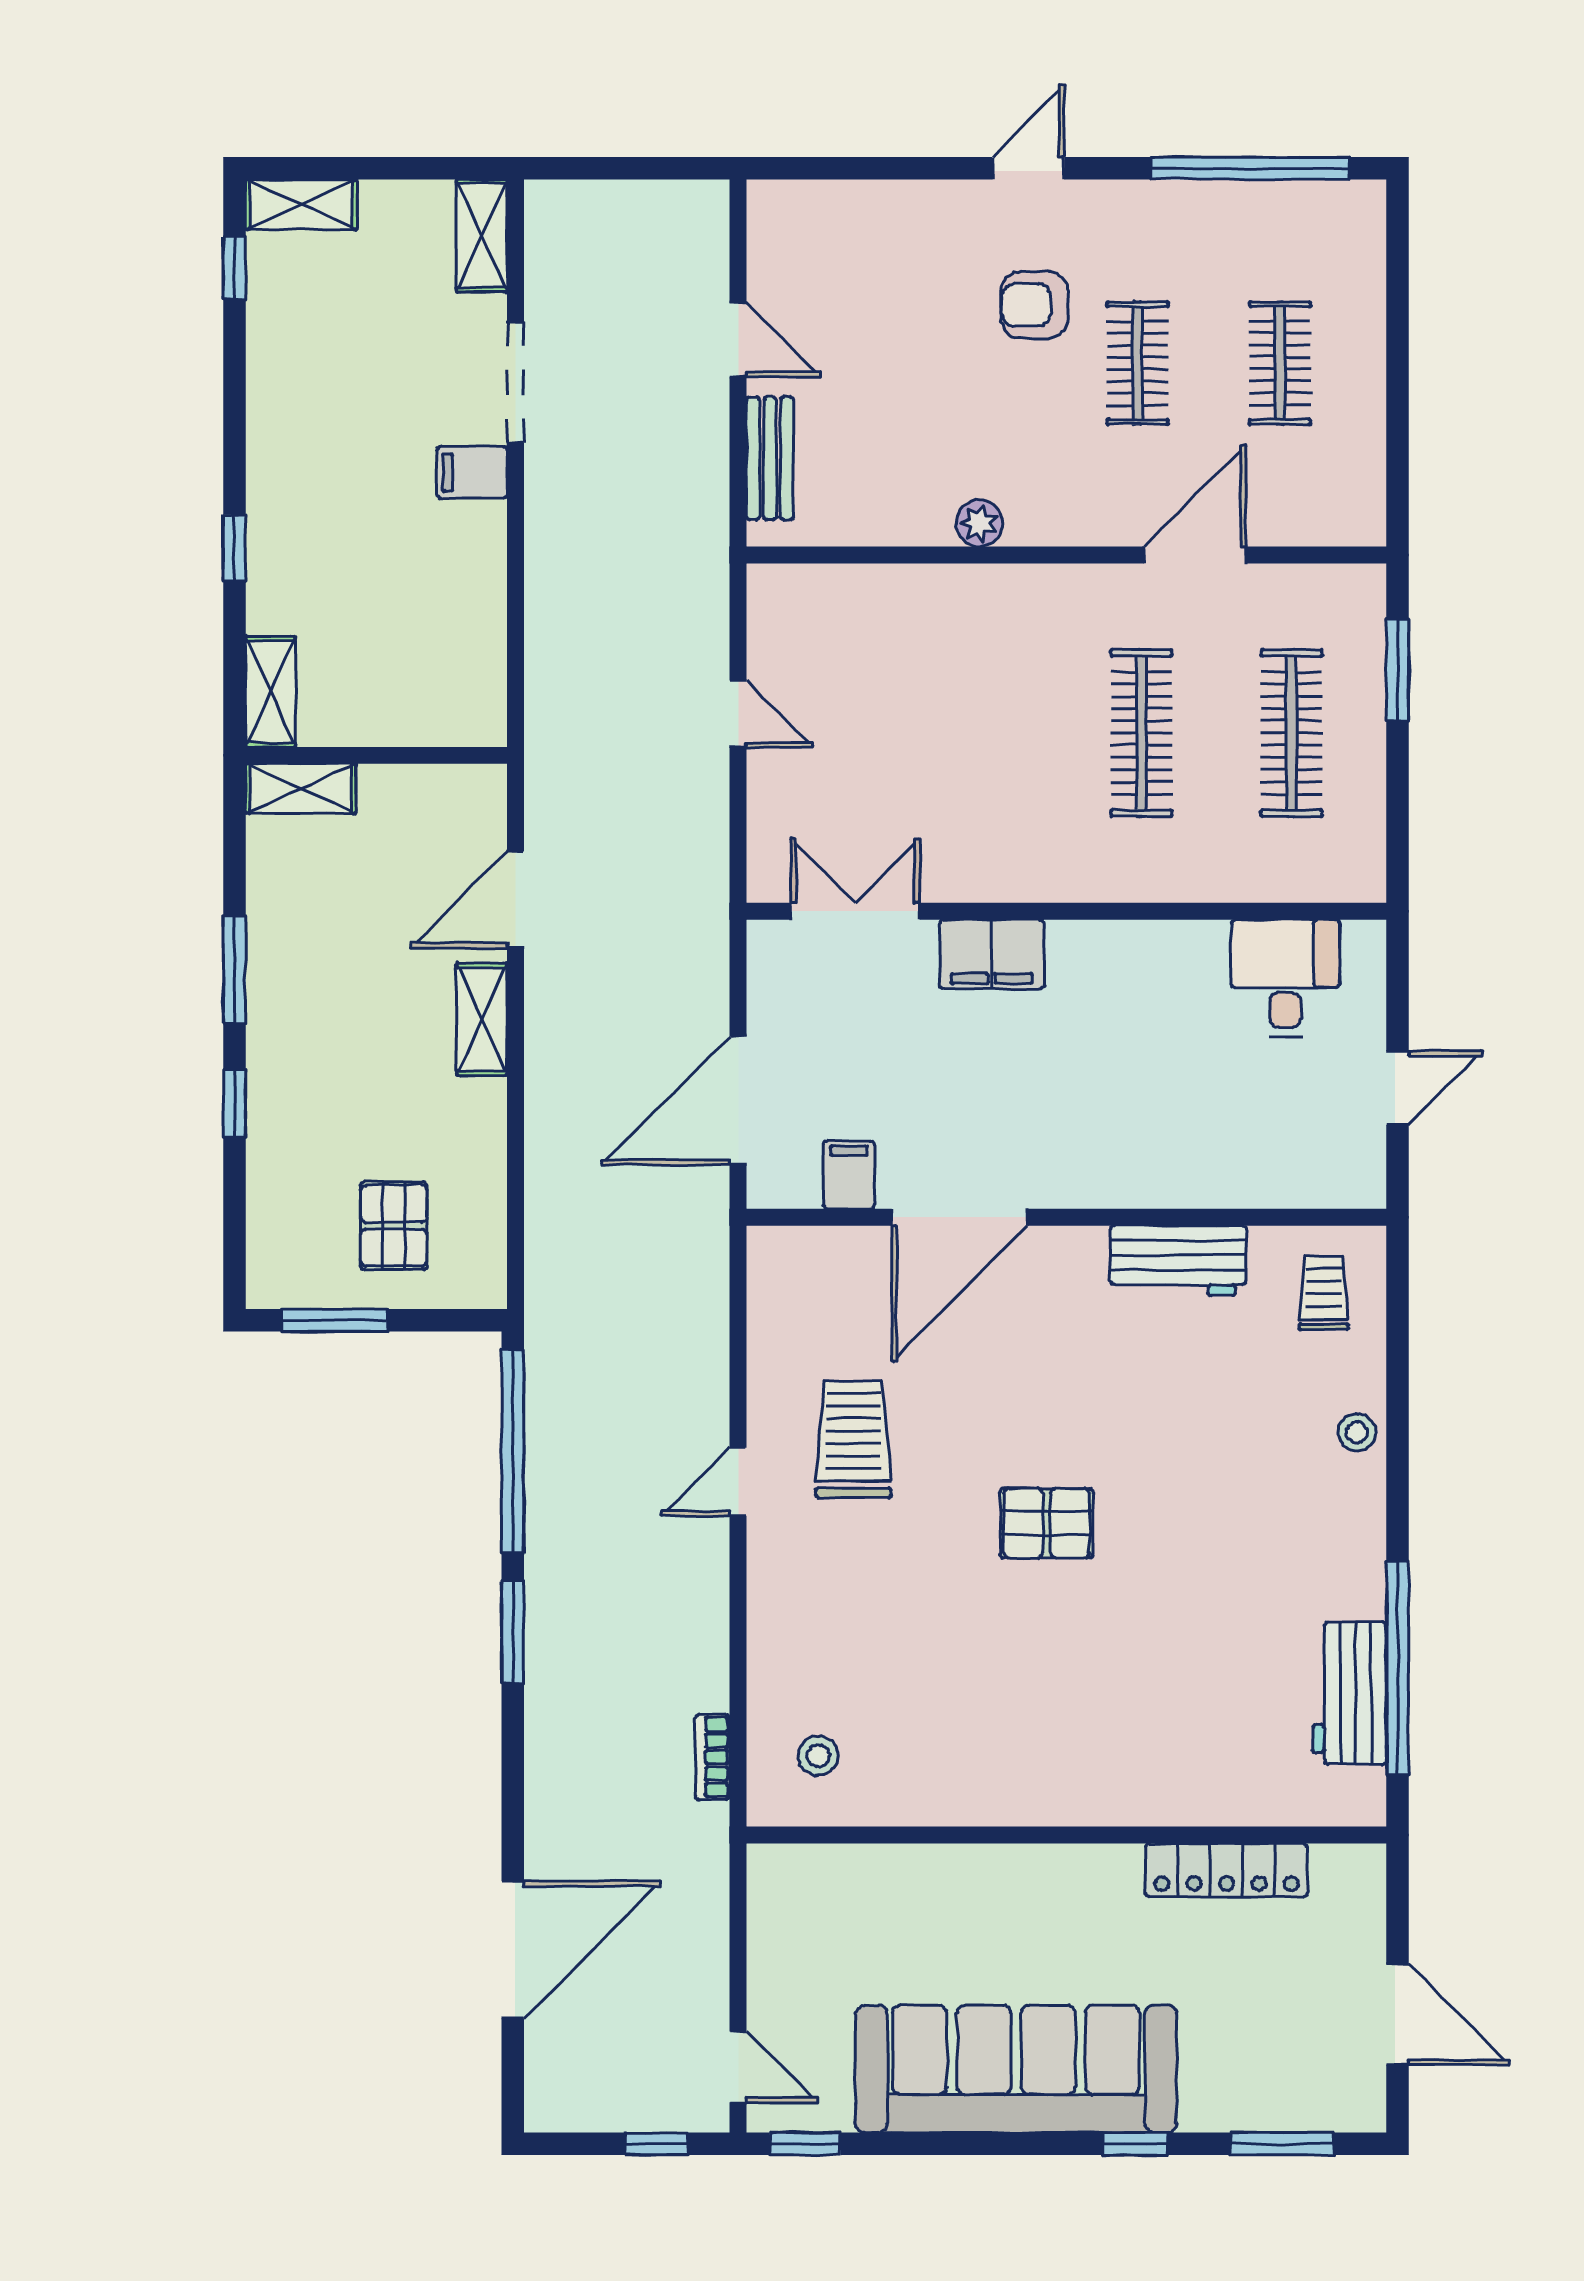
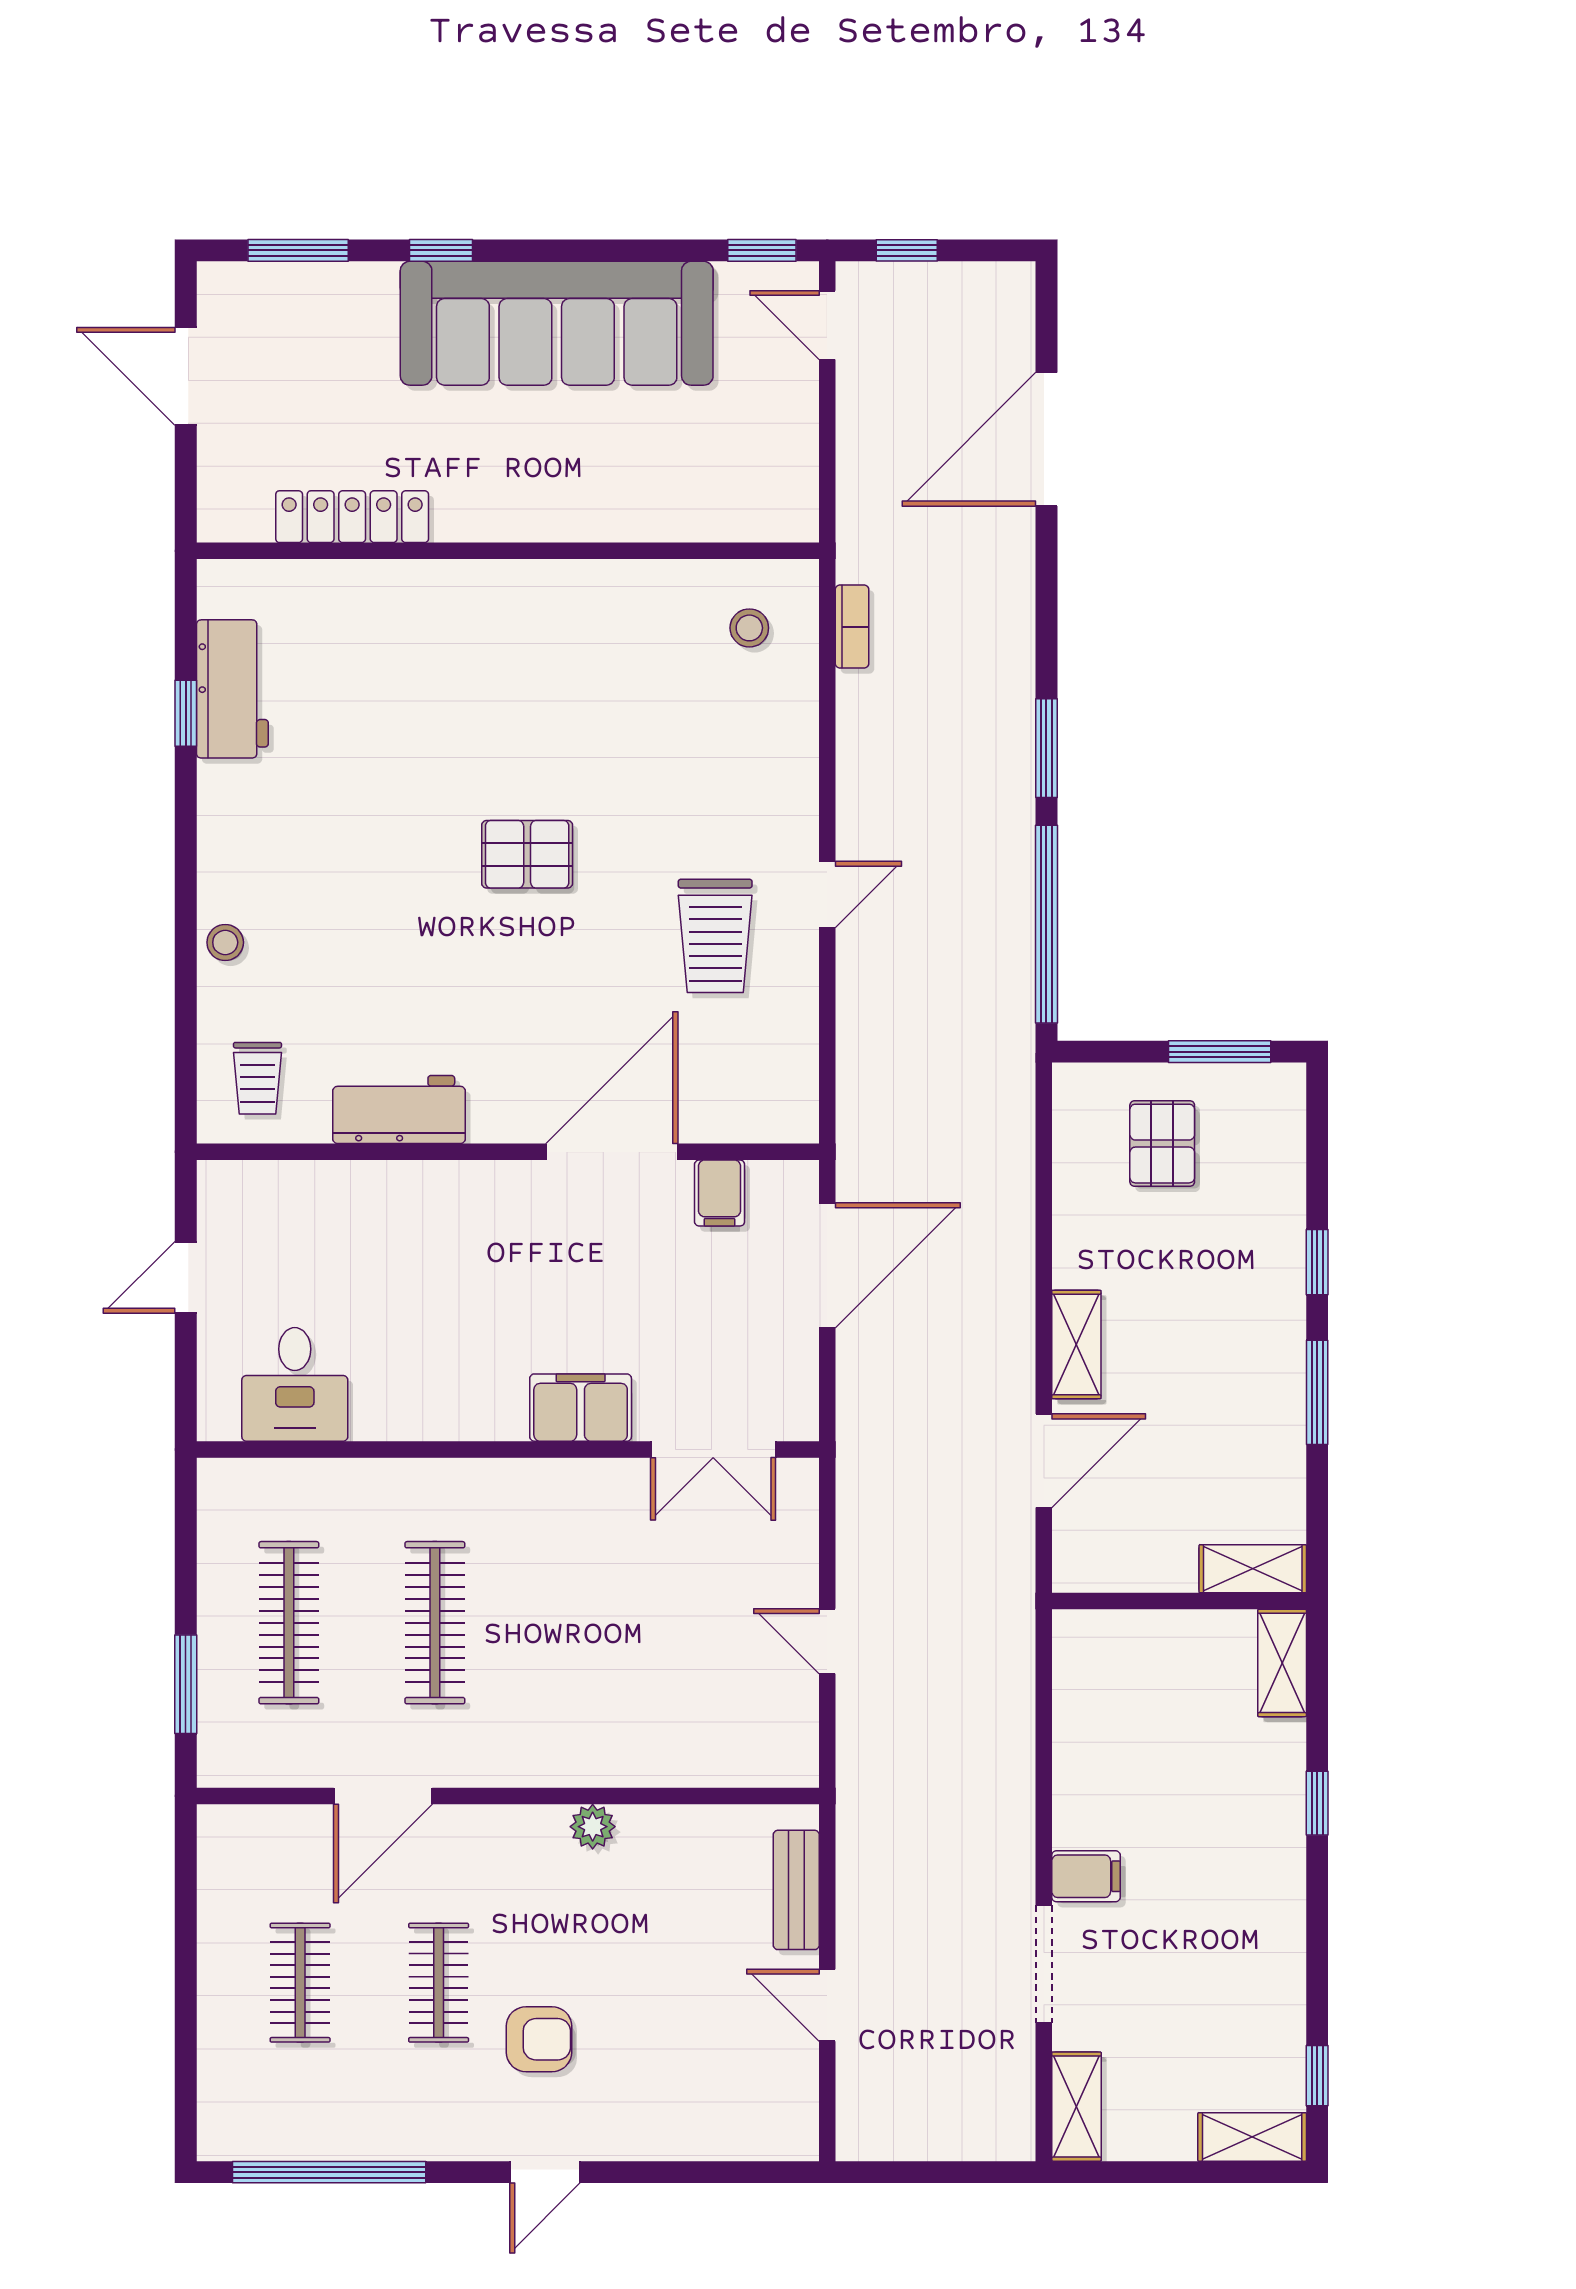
window: (1398, 1668) -> (186, 713), width x0.32

